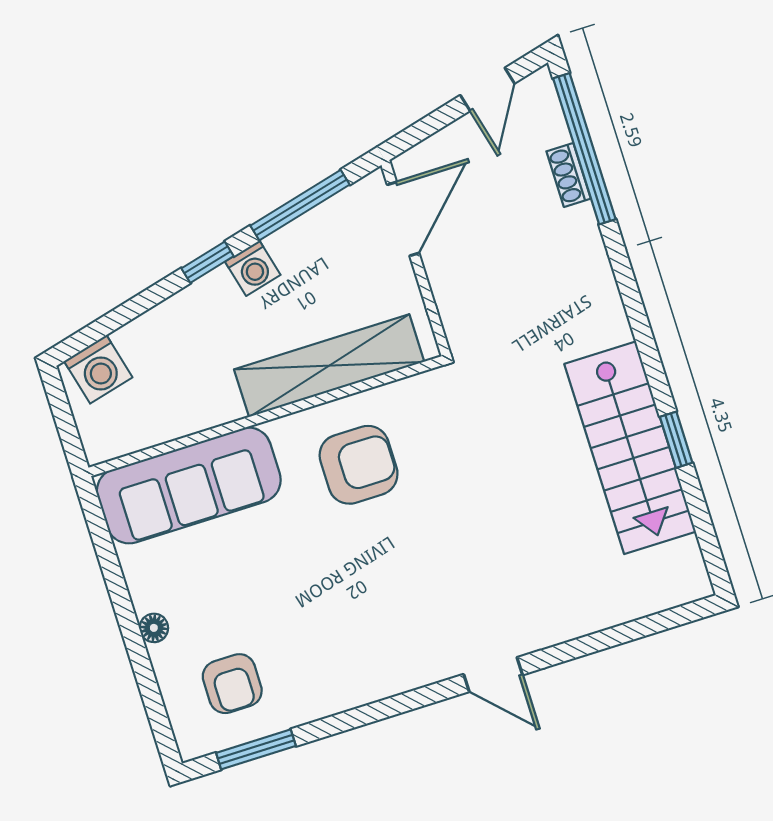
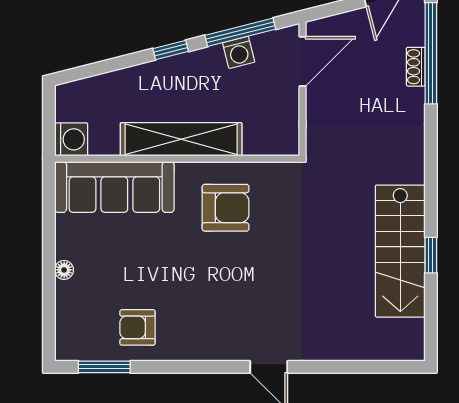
washing machine: (253, 268) -> (239, 52), moved
shelving: (329, 366) -> (181, 139), moved
washing machine: (98, 369) -> (71, 139), moved, turned -76
armchair: (232, 684) -> (137, 327), moved, turned 90

